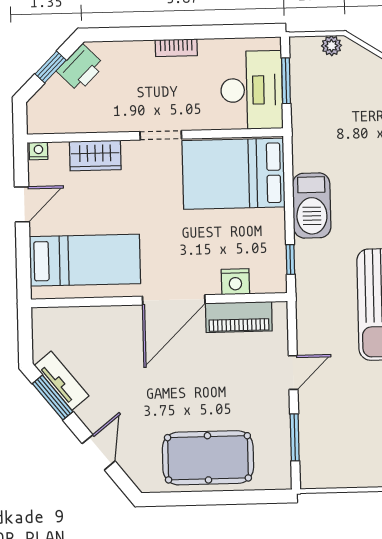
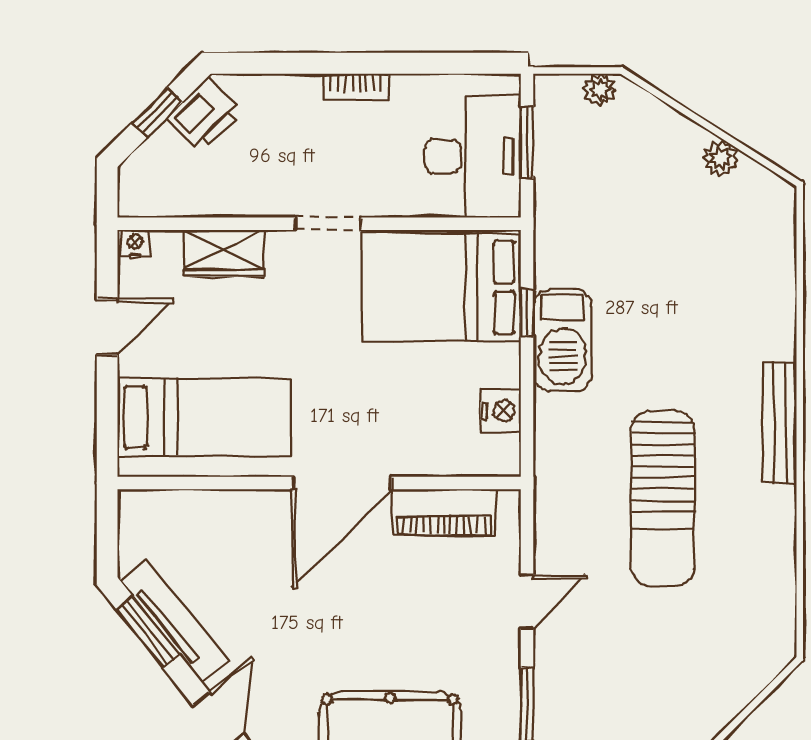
window: (290, 259) -> (527, 313), moved
nightstand: (235, 282) -> (501, 411), moved, turned -90
tv unit: (62, 381) -> (174, 621), width x1.41

